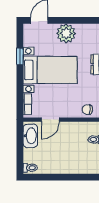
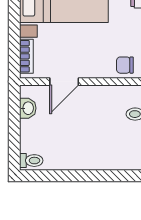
washbasin: (30, 136) -> (28, 108), width x0.52, depth x0.69

